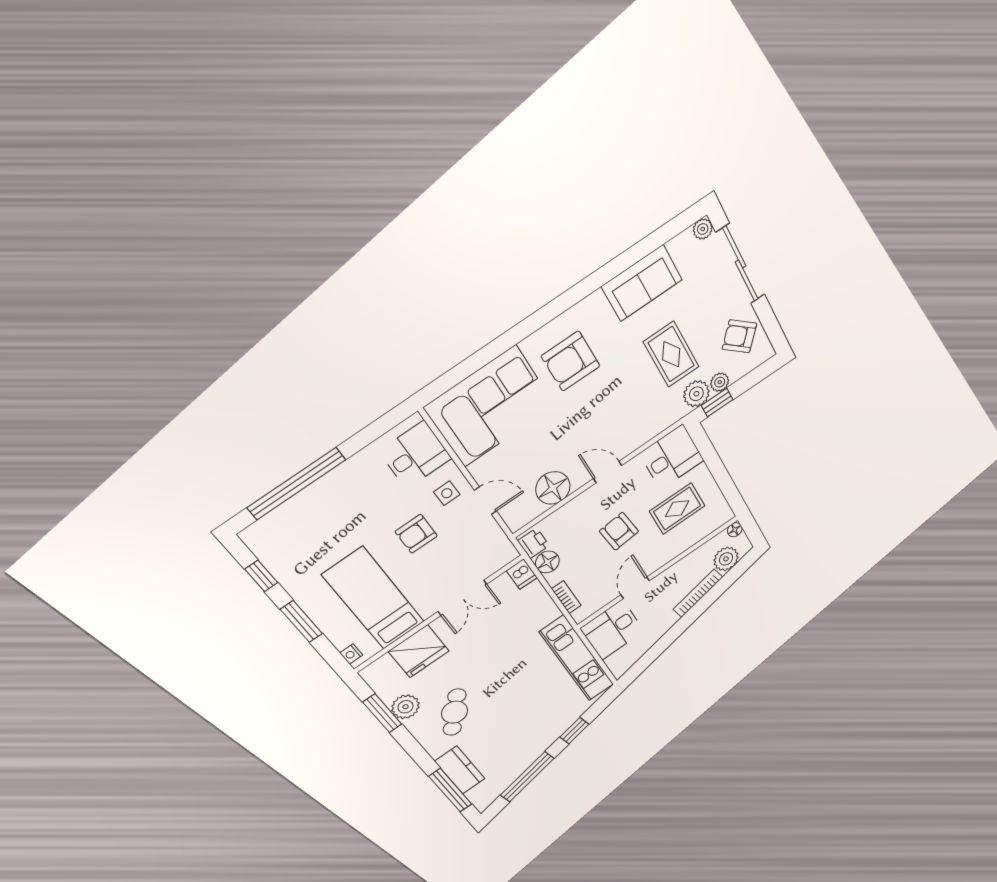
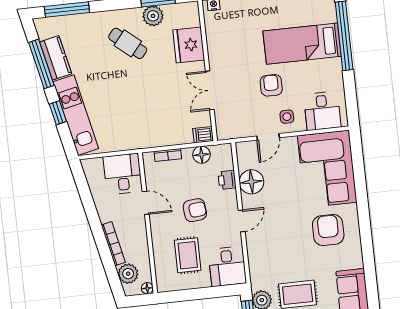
printer: (533, 543) -> (227, 180), moved, turned 90
bed: (374, 598) -> (302, 44), moved, turned 180
kitchen unit: (577, 658) -> (76, 115), moved, turned 78
kitchen counter: (460, 770) -> (56, 58), moved, turned -102

